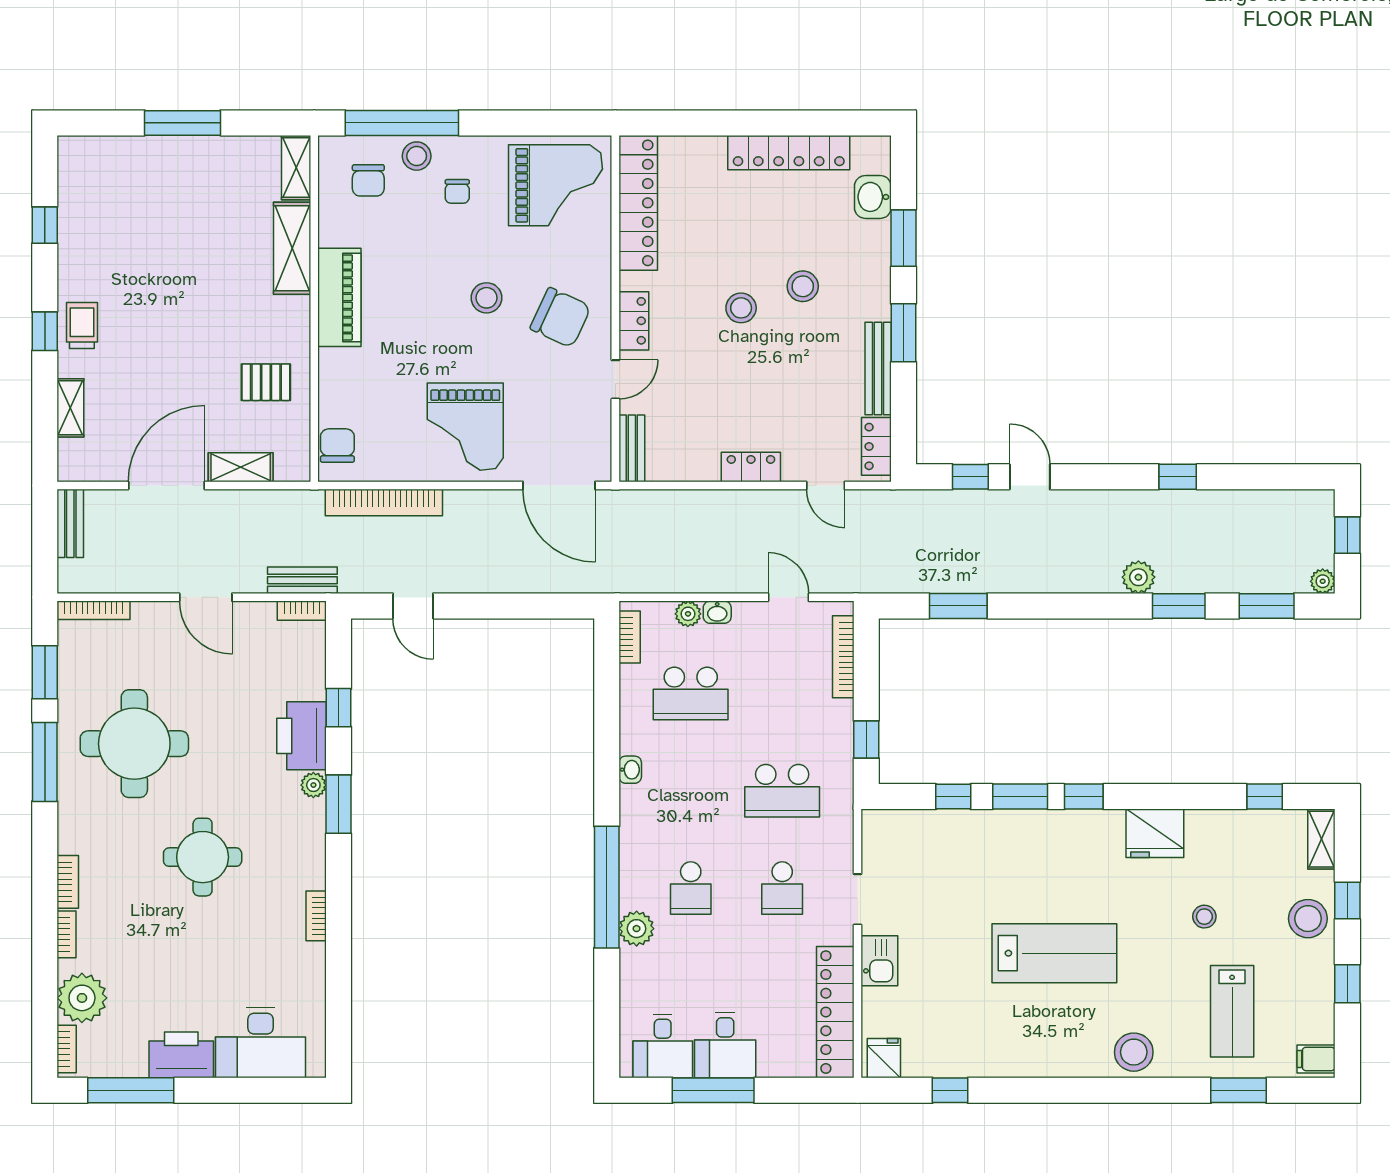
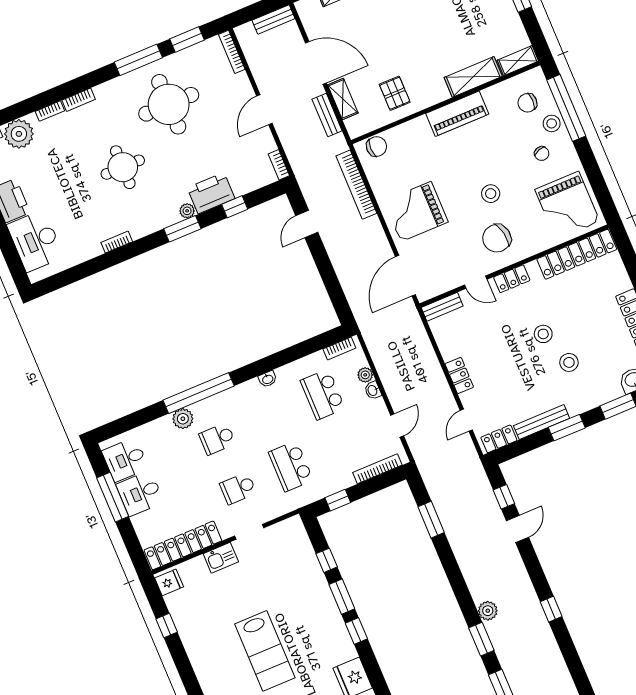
chair: (457, 191) -> (542, 153), turned -109
chair: (561, 318) -> (497, 238), turned 54
bench: (302, 580) -> (327, 115), moved

